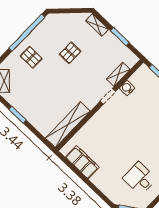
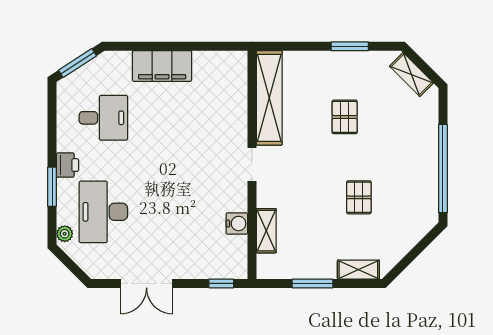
pallet: (31, 57) -> (345, 117), moved, turned 90
doorway: (108, 96) -> (252, 165), moved
filing cabinet: (82, 162) -> (162, 66), moved

